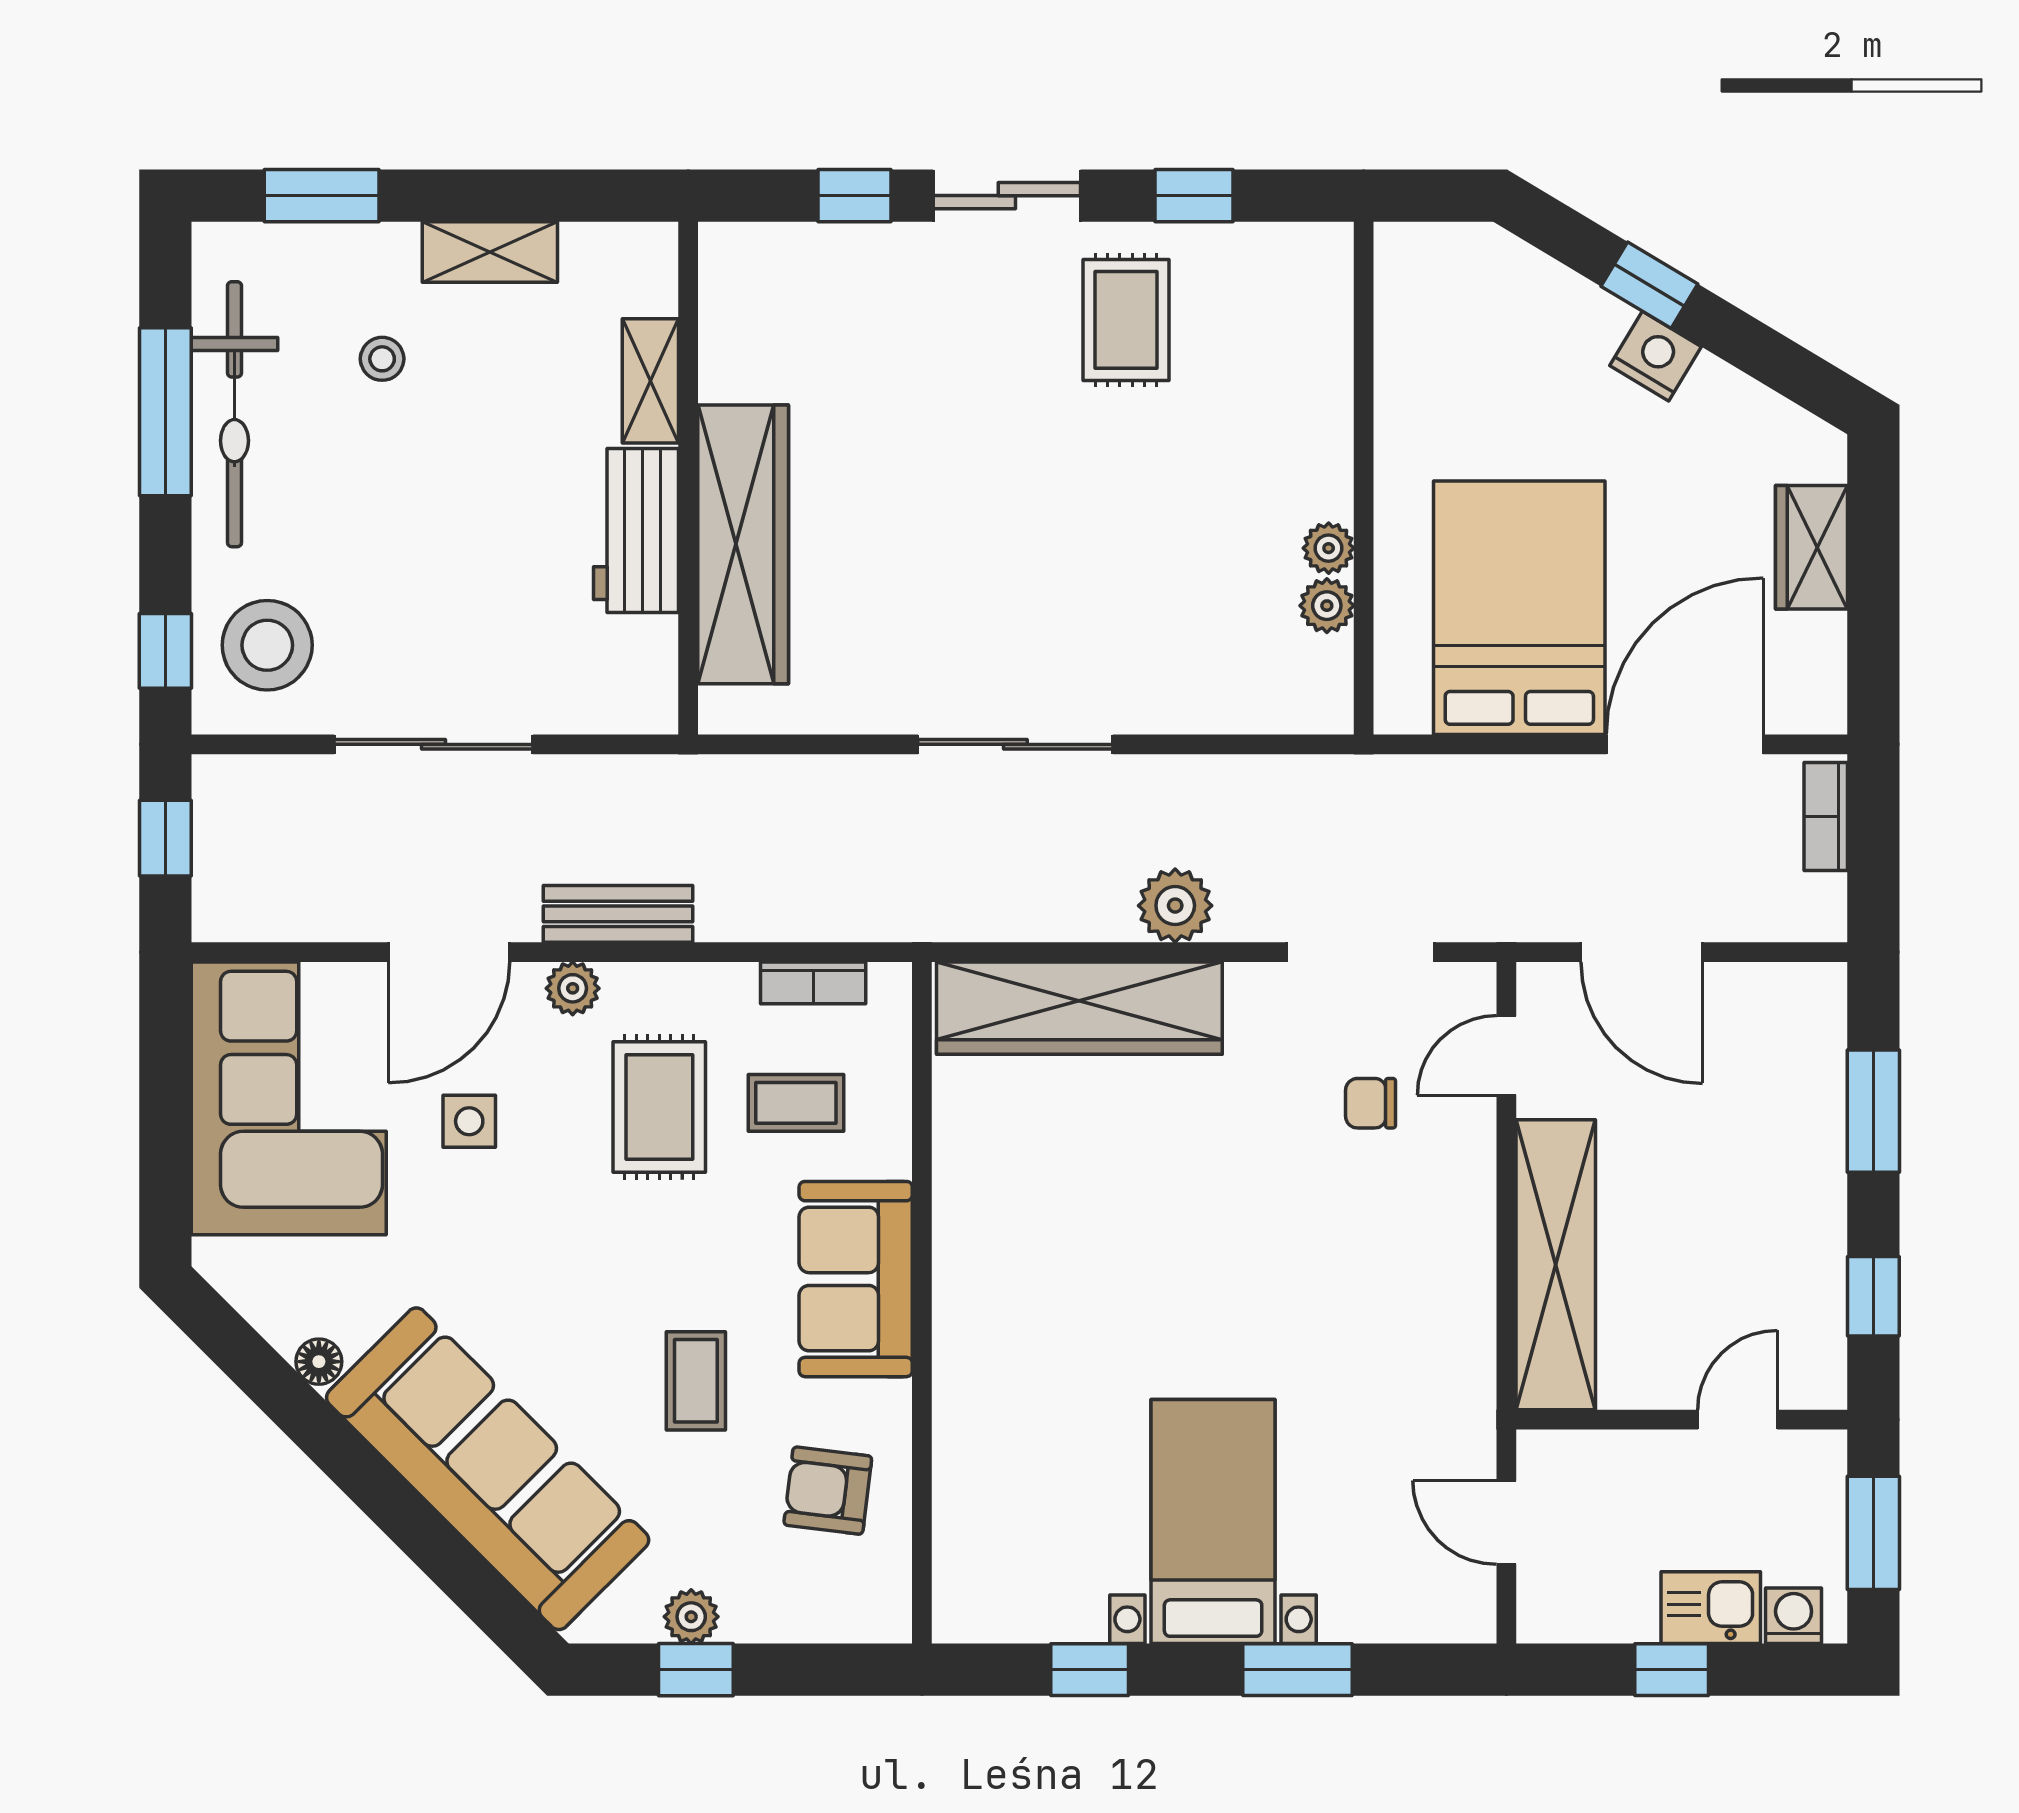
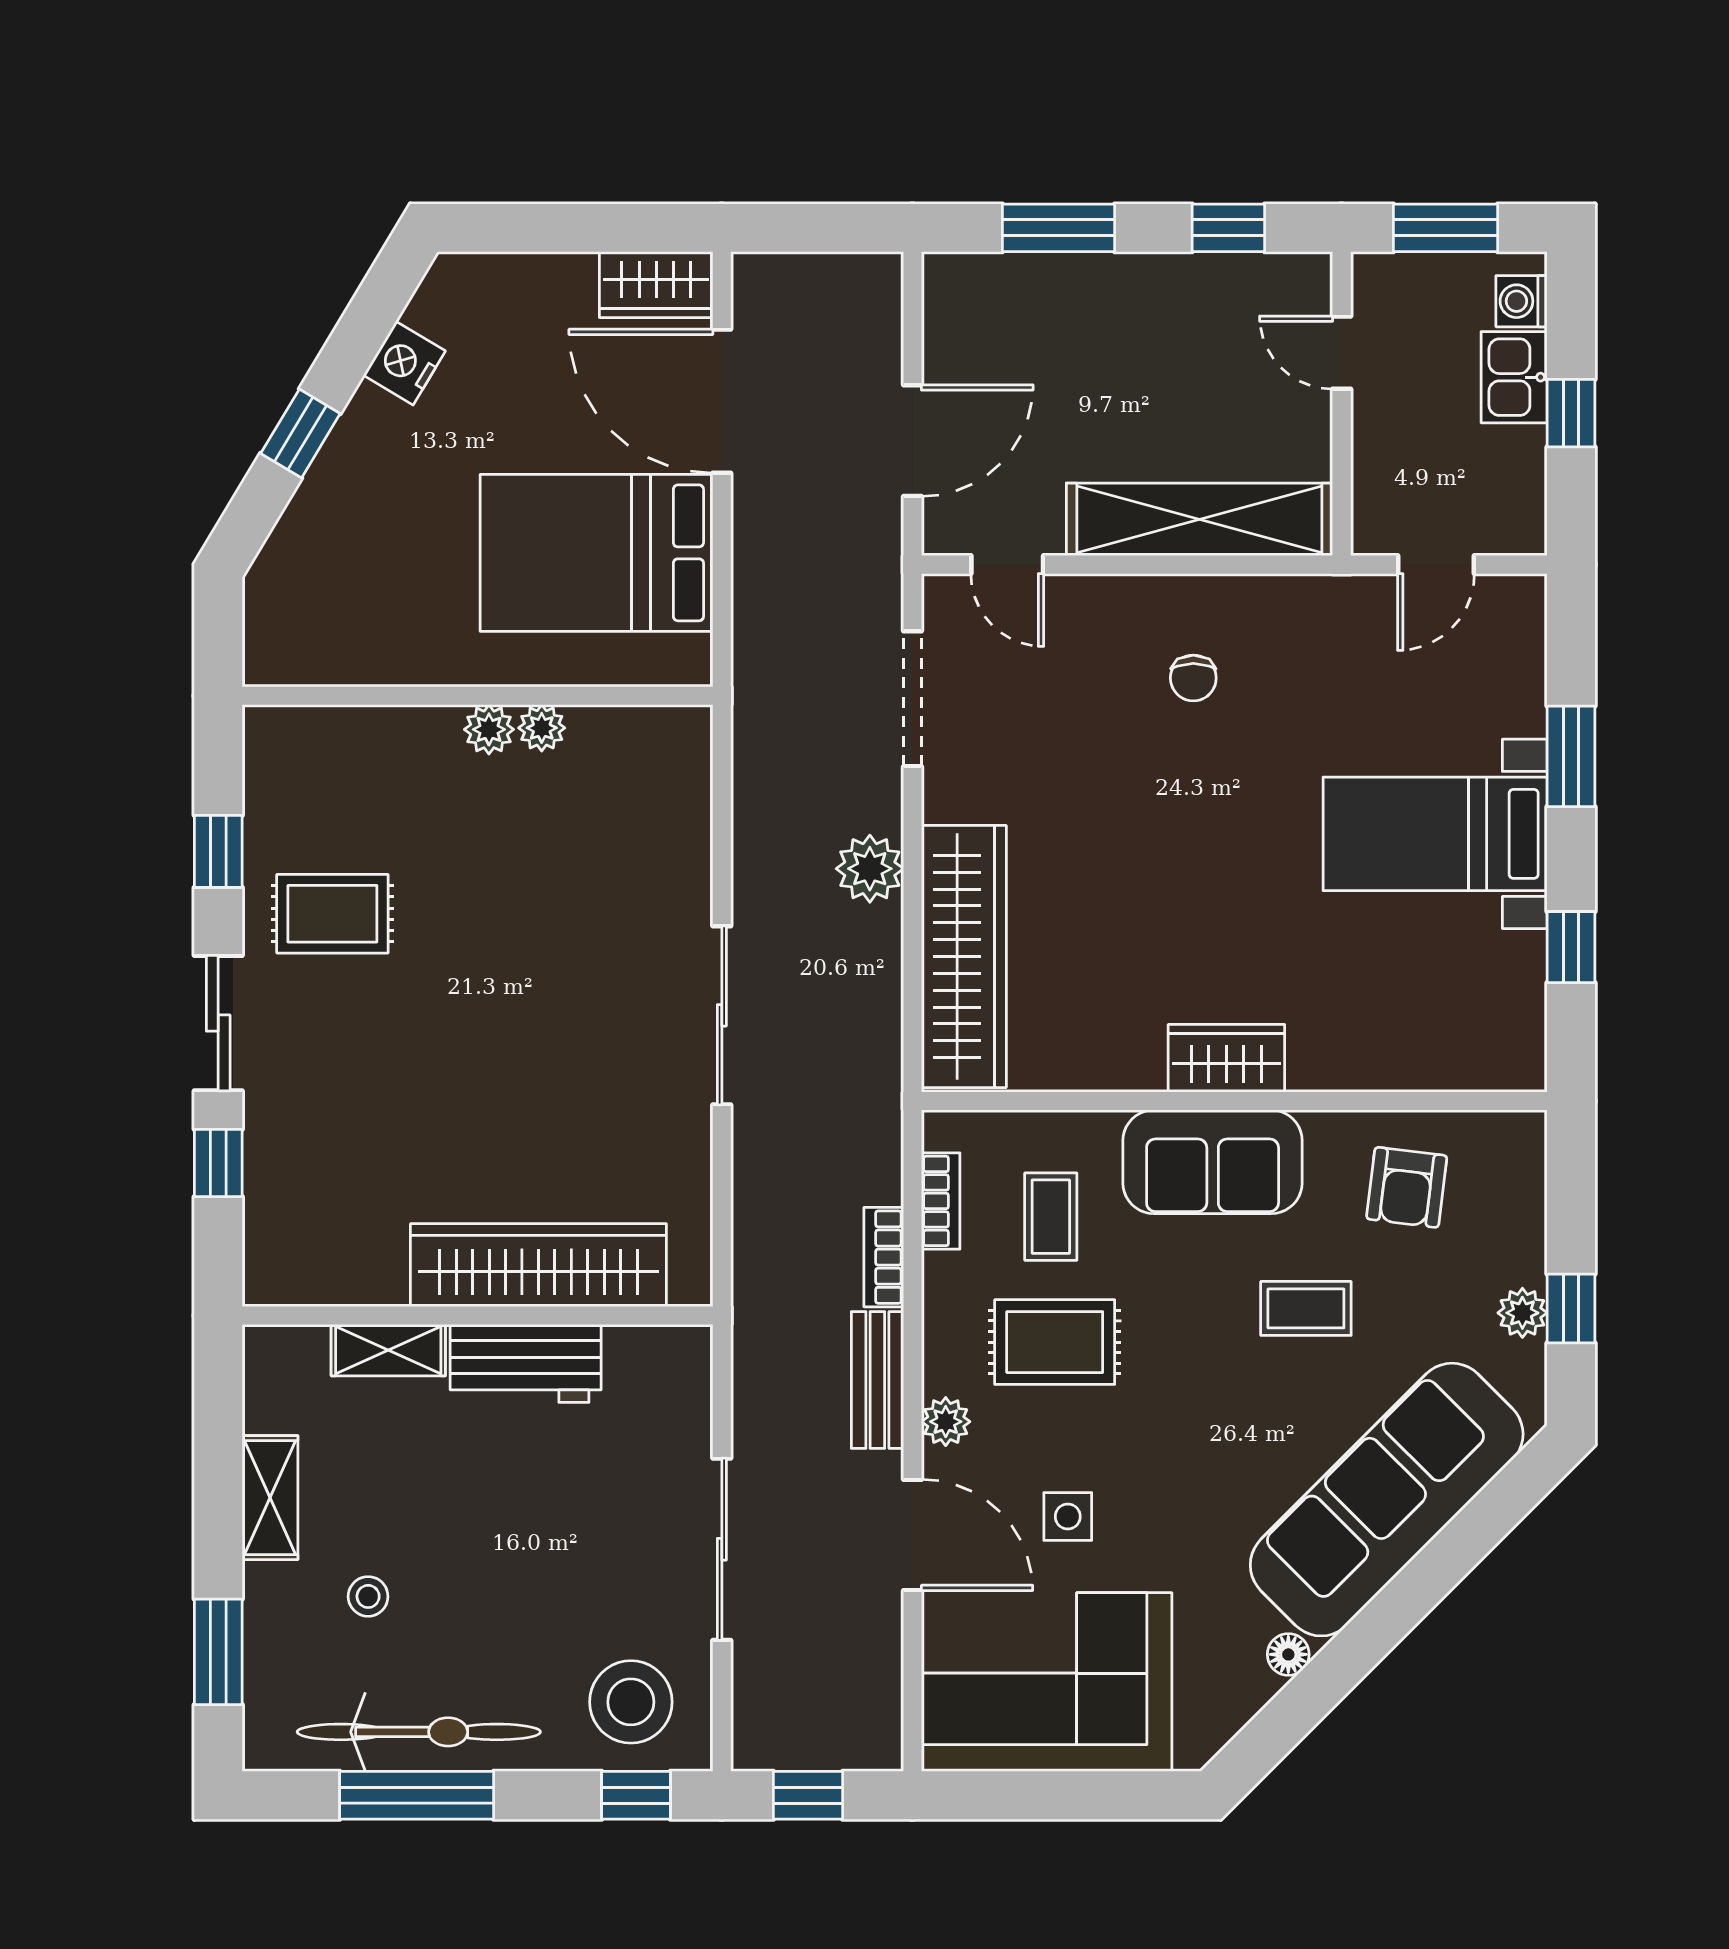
nightstand: (1656, 356) -> (404, 363), moved
wardrobe: (1811, 547) -> (656, 285), moved
plant: (1327, 606) -> (489, 729), moved
bookcase: (1826, 817) -> (884, 1257), moved, turned 90
chair: (1371, 1103) -> (1193, 678), moved
wardrobe: (969, 1294) -> (1226, 1058), added

